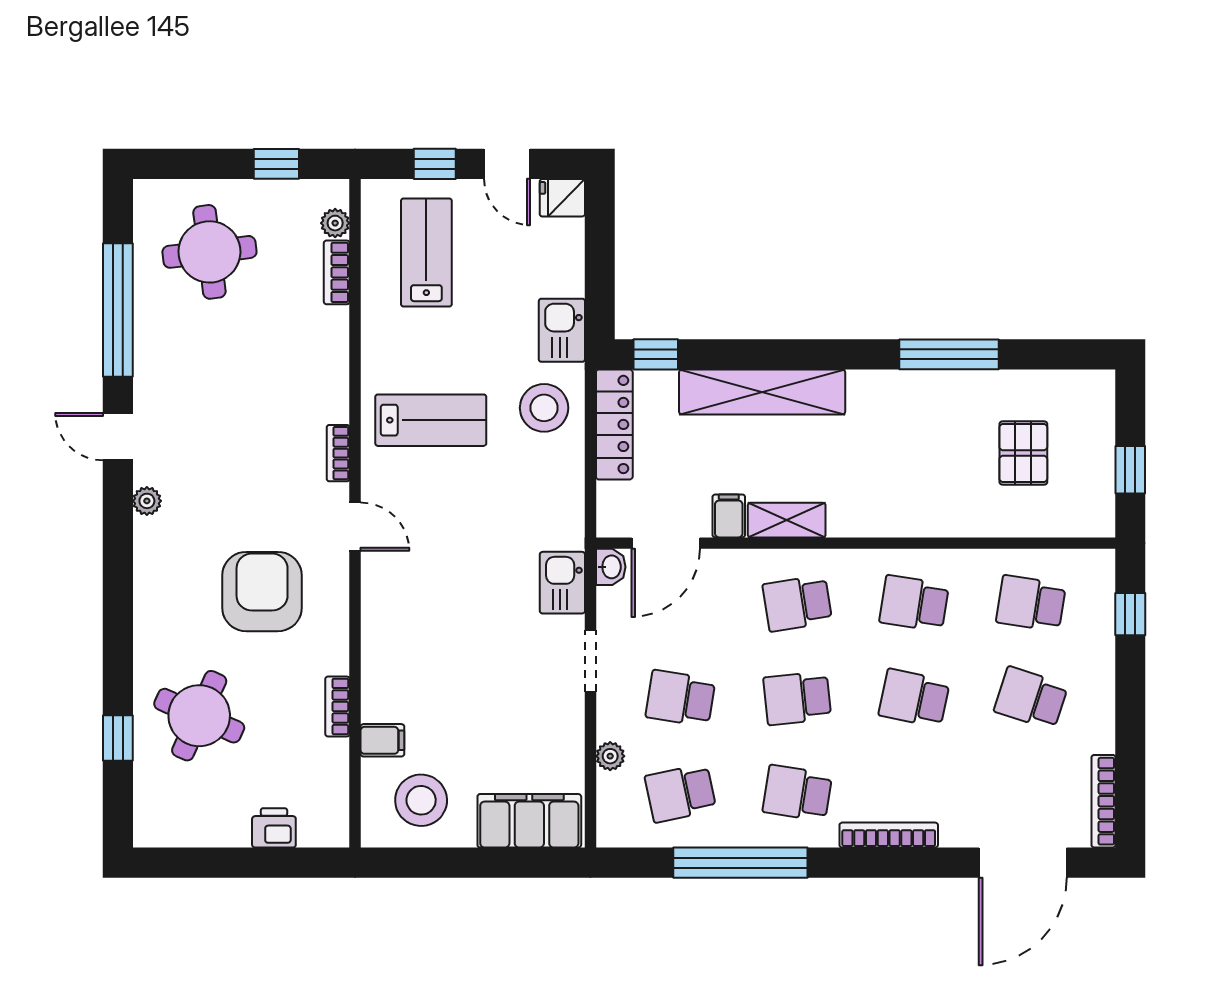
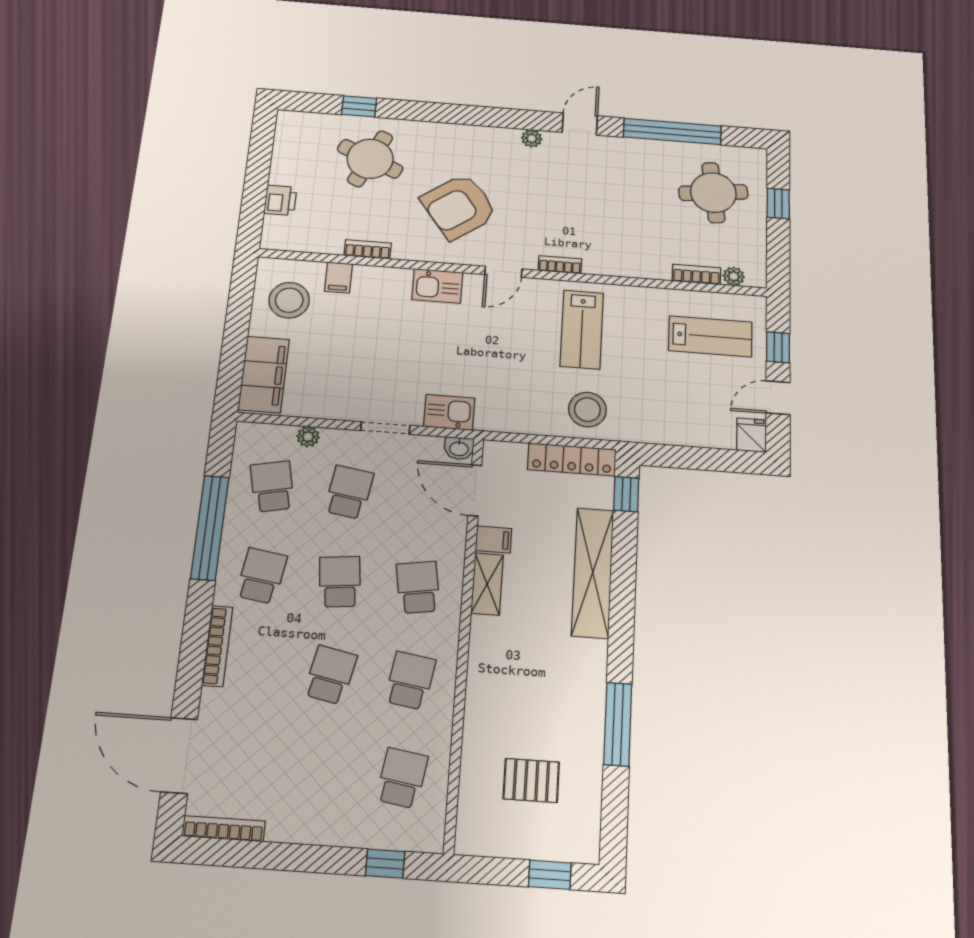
window: (276, 164) -> (778, 204), moved
kitchen sink: (562, 330) -> (437, 286), moved, turned 180
window: (1130, 470) -> (550, 875), moved
armchair: (262, 592) -> (459, 207), turned 144
school desk: (1031, 698) -> (320, 772), removed

